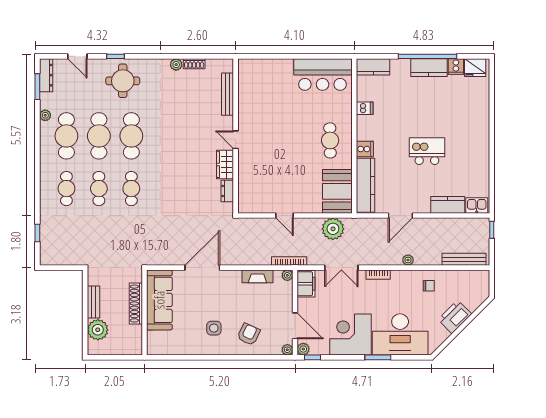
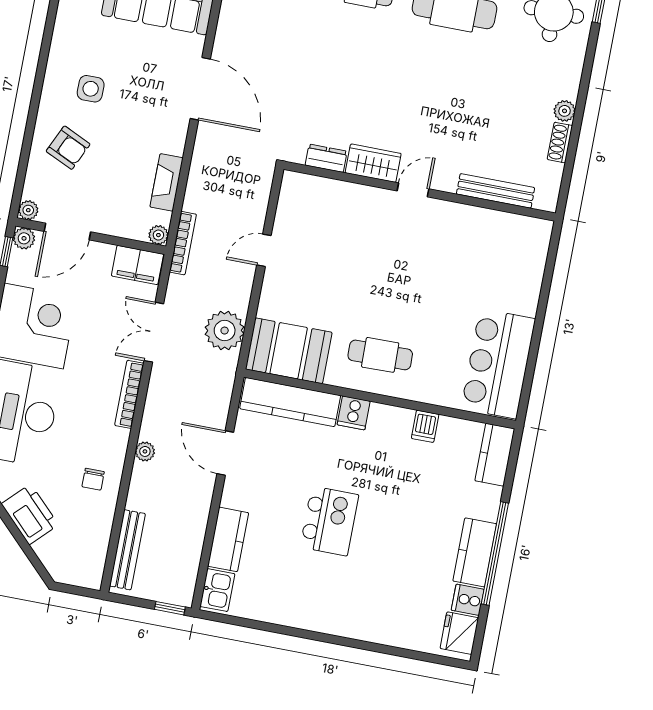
bookcase: (378, 275) -> (129, 394), width x1.56

